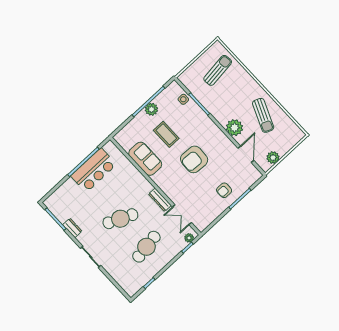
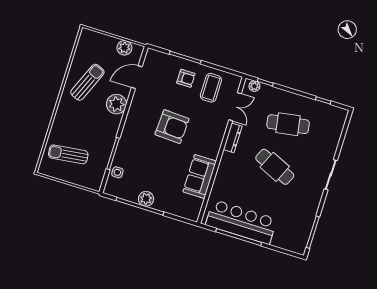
coffee table: (166, 134) -> (211, 88), moved
bar counter: (94, 170) -> (241, 222), width x1.36
dresser: (72, 228) -> (312, 210), removed

